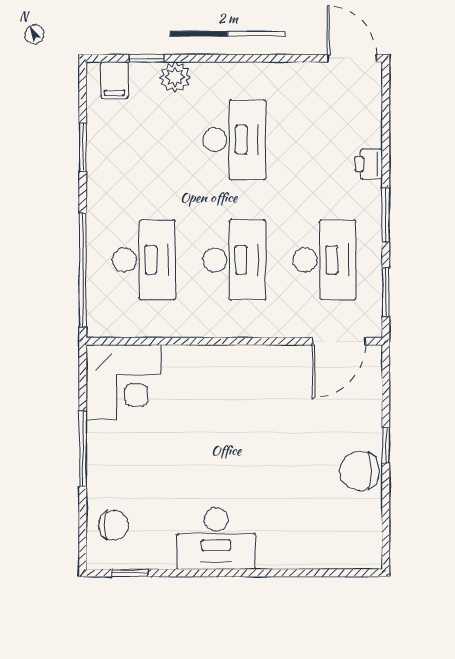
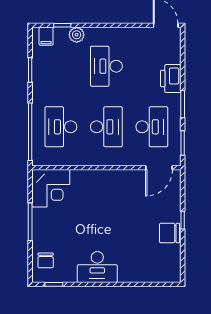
desk: (234, 140) -> (106, 66), turned 180
printer: (369, 164) -> (171, 79), width x1.87, depth x1.48
desk: (144, 260) -> (61, 127), turned 180
chair: (113, 525) -> (46, 260), turned 90

